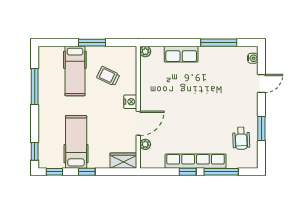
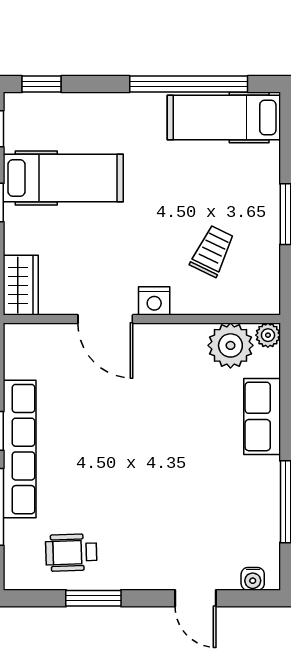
hospital bed: (75, 71) -> (224, 117), moved
window: (35, 87) -> (189, 84), width x1.46
plant: (145, 144) -> (230, 345), moved, width x1.88, depth x1.88

